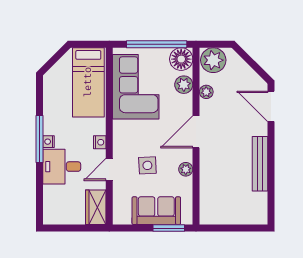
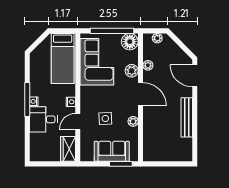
plant: (213, 60) -> (157, 38), width x0.53, depth x0.53
plant: (184, 85) -> (132, 71), moved
door: (196, 132) -> (141, 94), swing flipped

